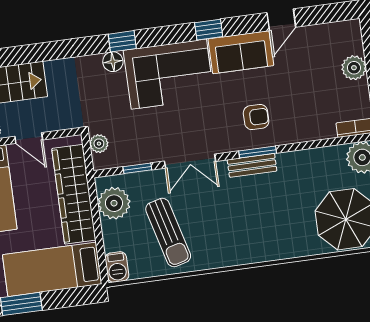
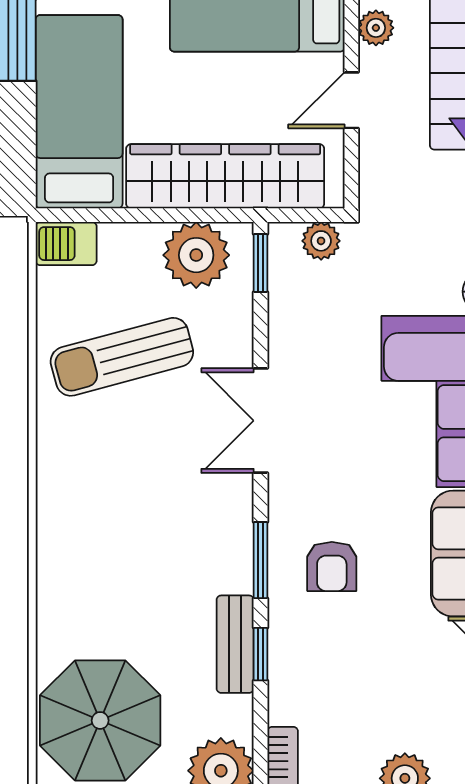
window: (303, 146) -> (261, 654), added
bench: (252, 165) -> (235, 644), moved
window: (137, 168) -> (261, 263), moved

